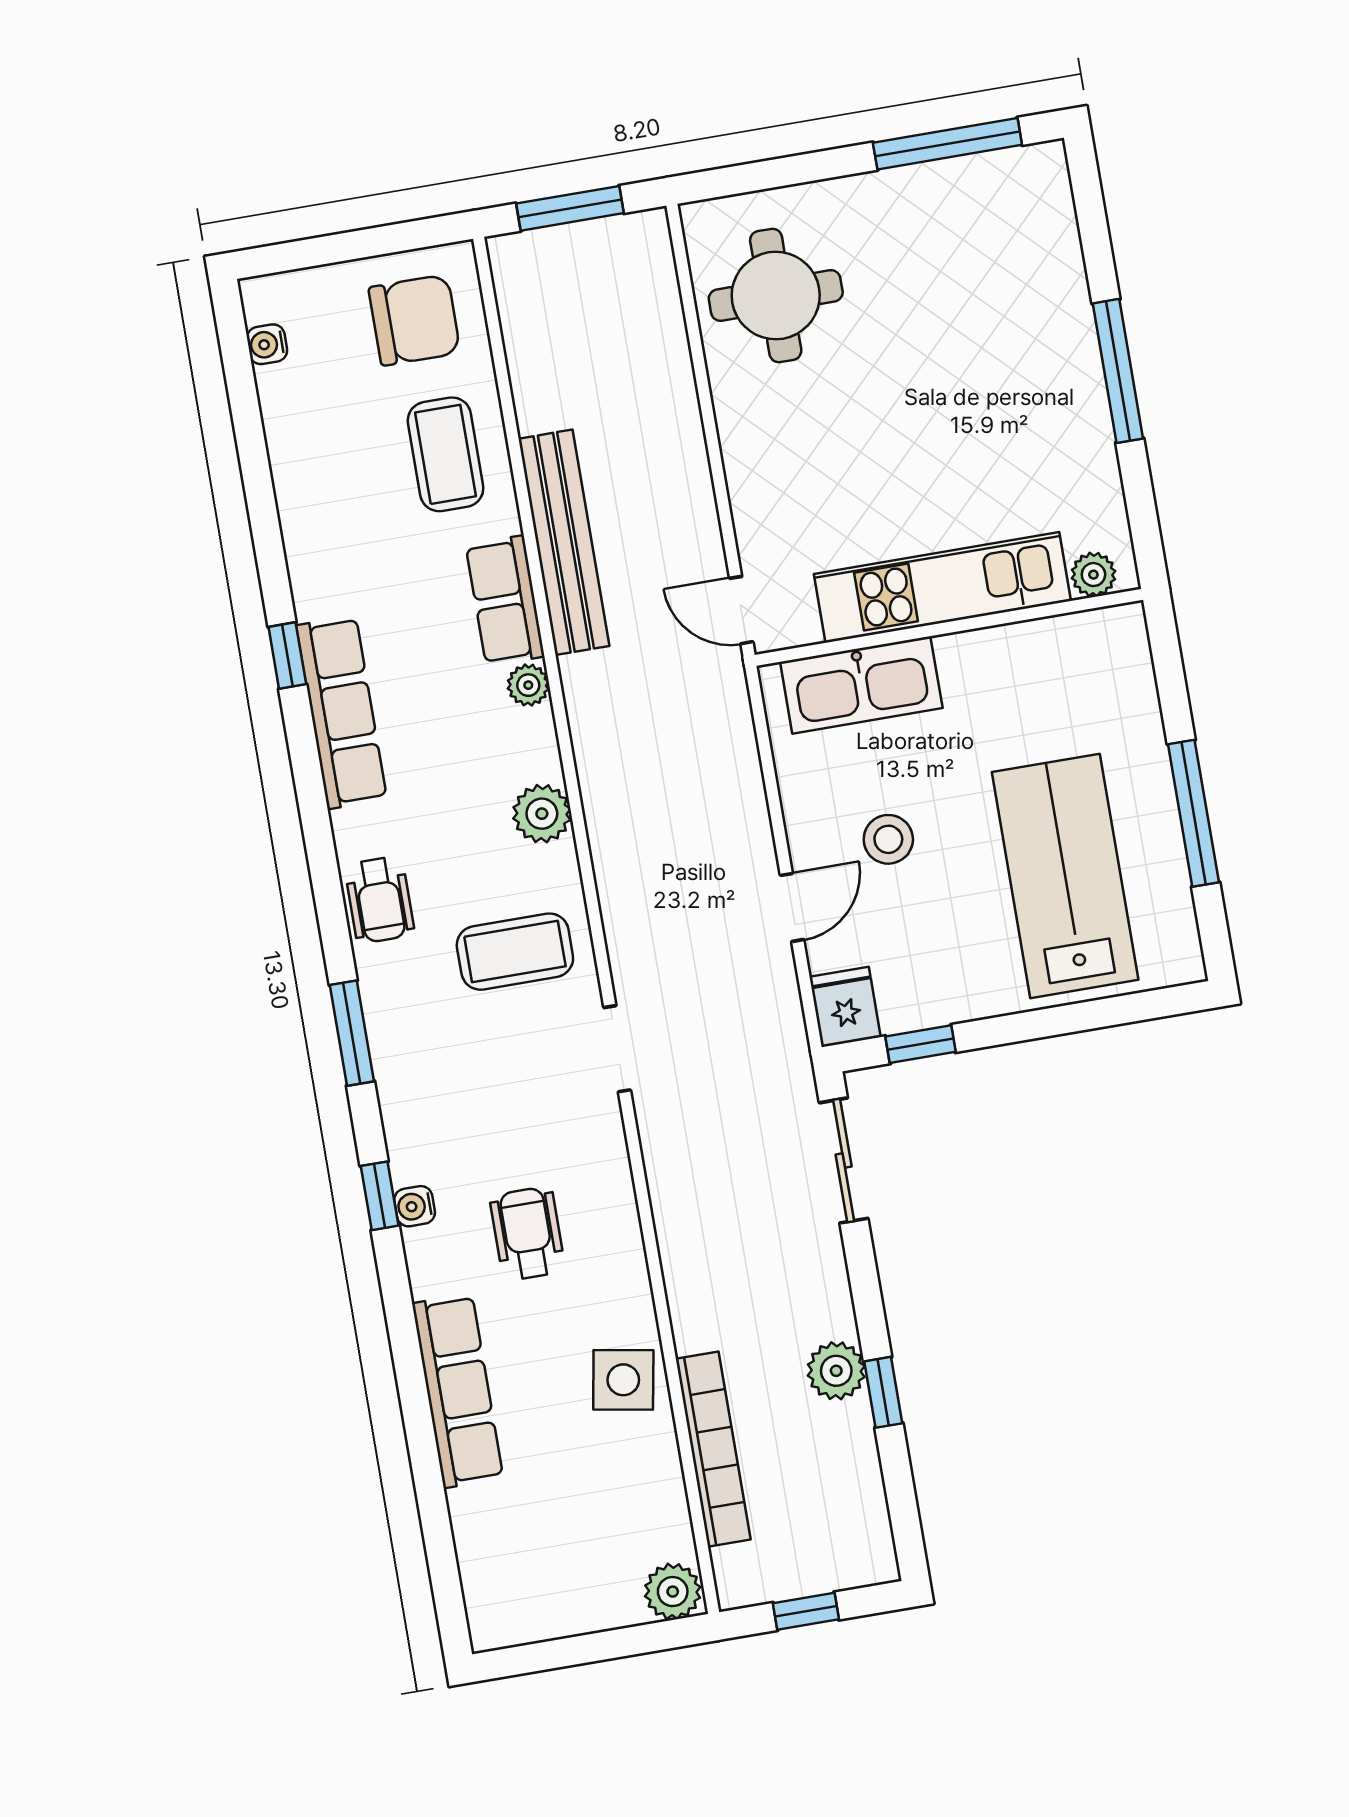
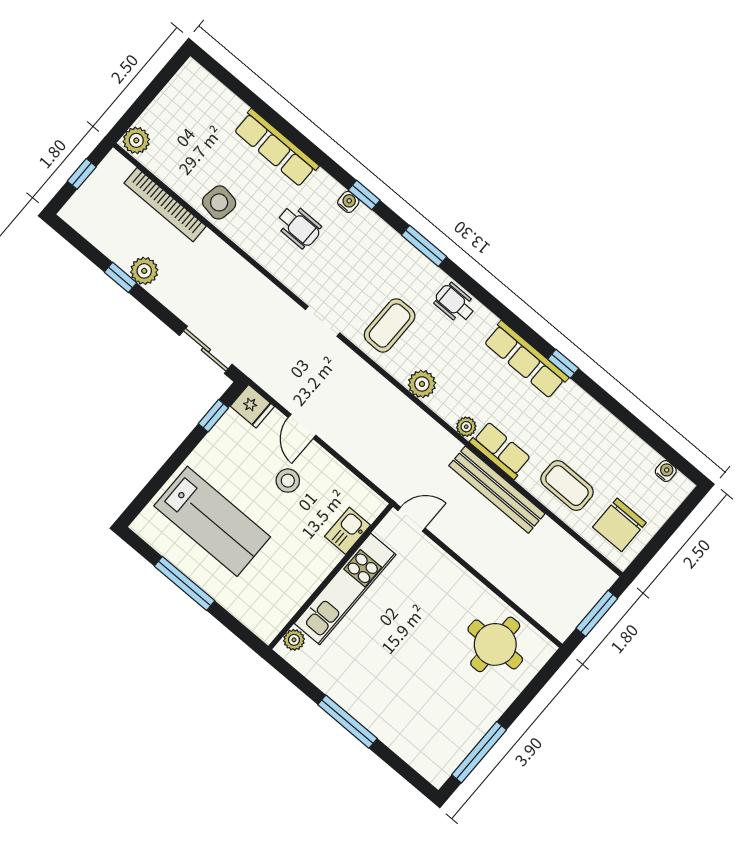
kitchen sink: (861, 685) -> (347, 531), width x0.53, depth x0.81

